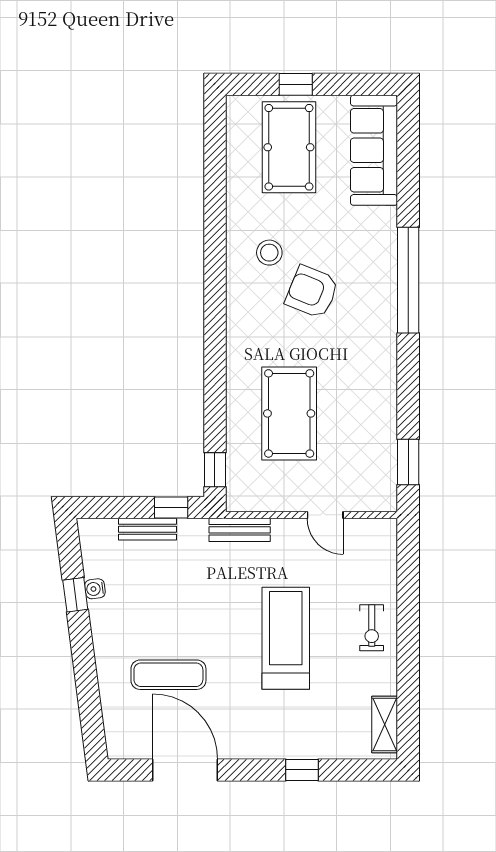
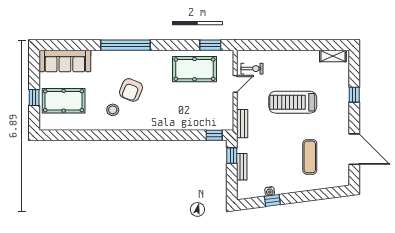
pool table: (289, 413) -> (195, 69), moved
exercise bike: (372, 628) -> (252, 69), moved
door: (185, 770) -> (354, 149), swing flipped

